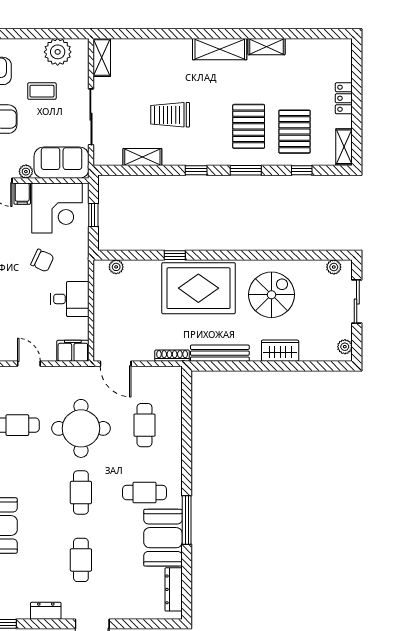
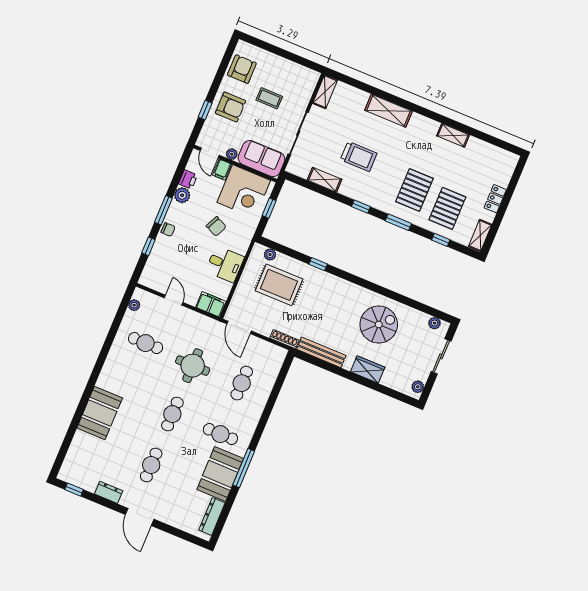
shelving: (220, 49) -> (389, 111), moved
plant: (58, 52) -> (293, 74), removed
trolley: (170, 115) -> (359, 156), turned 180
rug: (198, 288) -> (279, 285), moved, width x0.73, depth x0.69
round table: (81, 428) -> (193, 366), width x0.73, depth x0.73

